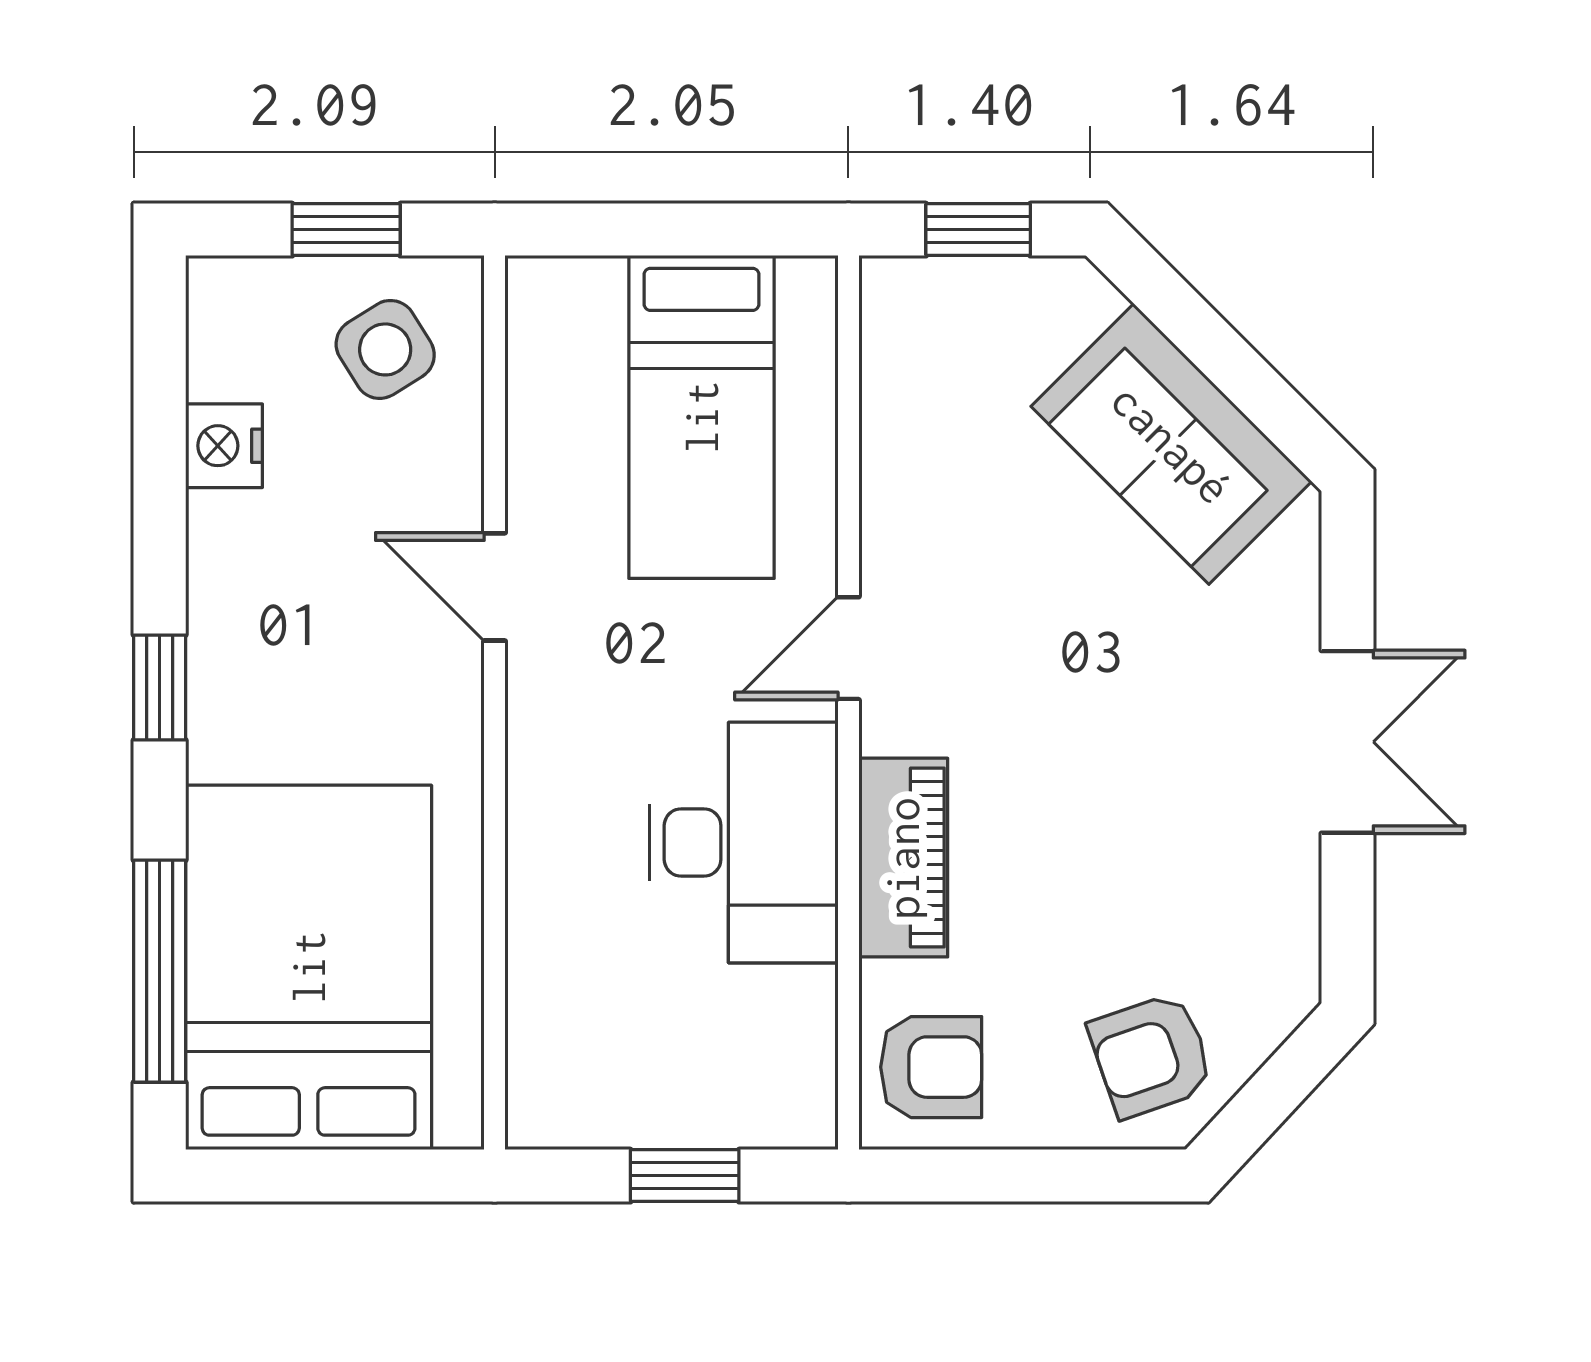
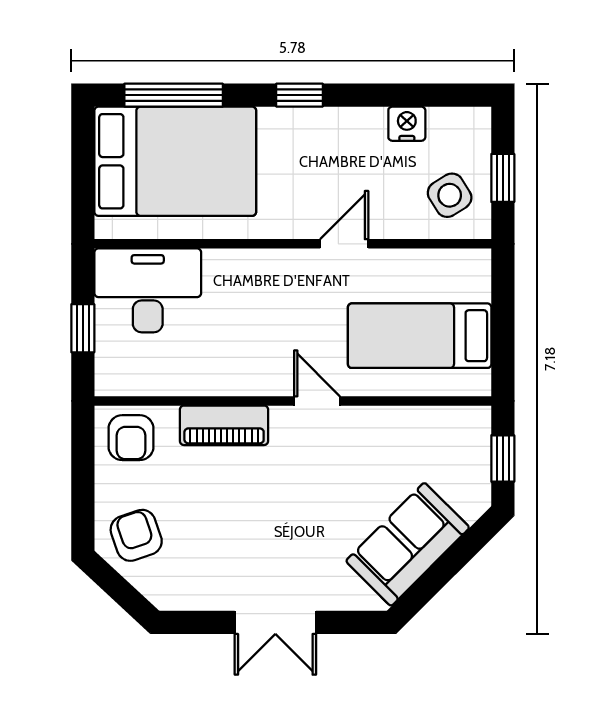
desk: (744, 843) -> (148, 290), moved, turned 180

